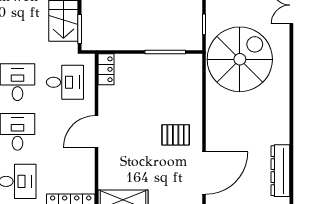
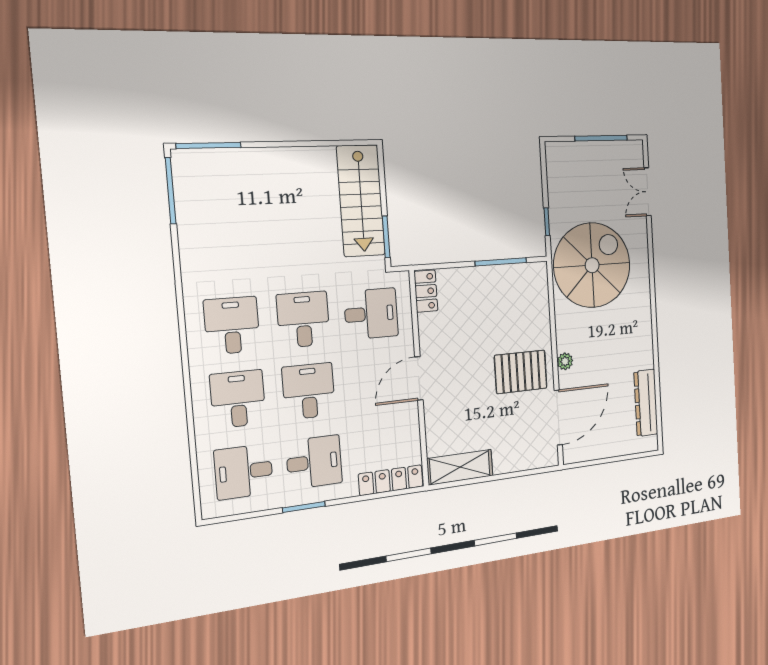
plant: (212, 131) -> (565, 361), added
pallet: (176, 135) -> (521, 372), width x1.50, depth x1.42

